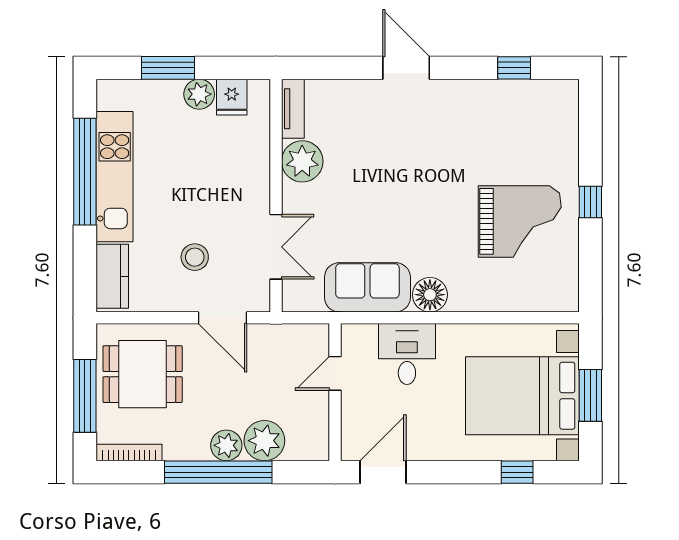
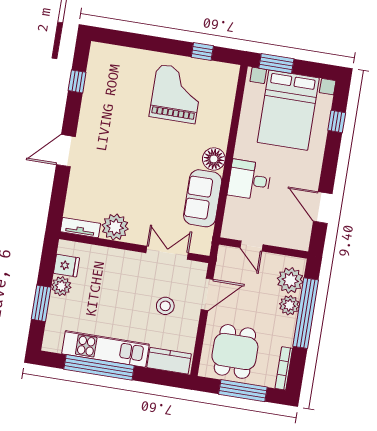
window: (590, 202) -> (202, 52), moved
door: (335, 373) -> (251, 246), moved
wall: (335, 392) -> (264, 248), moved
window: (590, 395) -> (276, 64), moved

